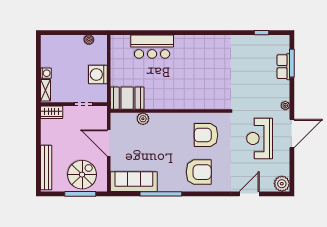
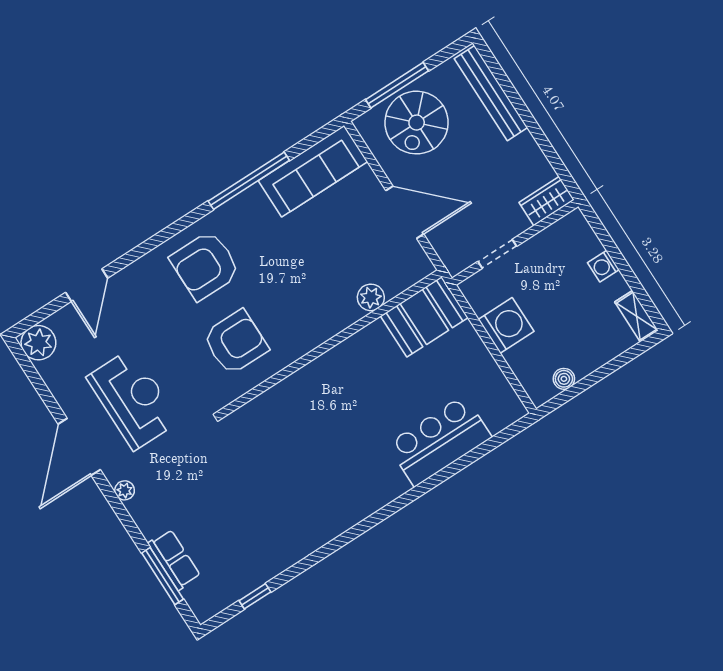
shelving: (45, 90) -> (637, 316), moved

